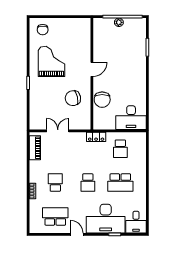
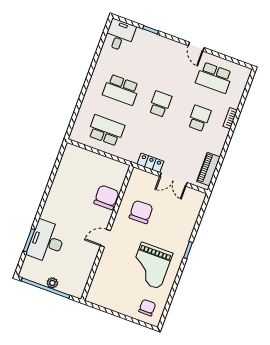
chair: (73, 98) -> (141, 212), turned -79
desk: (131, 118) -> (47, 241), moved, turned -90
locker: (96, 137) -> (150, 163), moved
school desk: (120, 149) -> (106, 130), width x1.85
school desk: (55, 183) -> (199, 118), turned 180
school desk: (120, 183) -> (121, 90), turned 180
desk: (106, 219) -> (155, 53), removed

